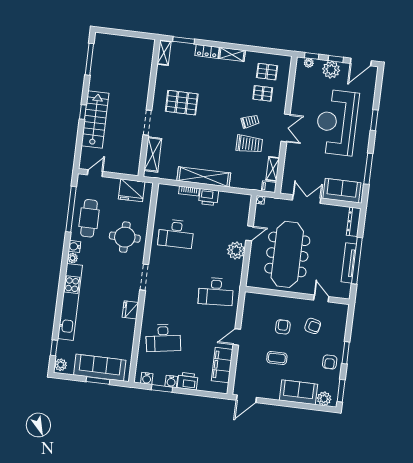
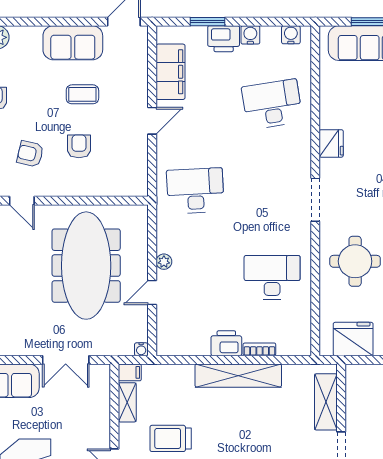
plant: (236, 251) -> (164, 262), width x0.53, depth x0.53
armchair: (283, 327) -> (79, 146), turned 180
window: (162, 388) -> (208, 22), moved
sofa: (298, 392) -> (73, 43), moved

